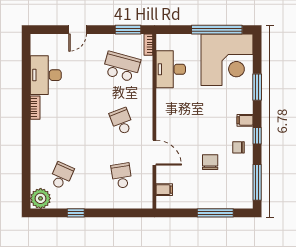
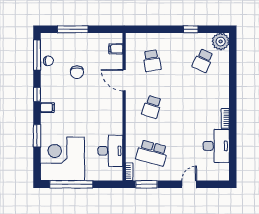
school desk: (122, 121) -> (152, 107), turned 39
chair: (238, 147) -> (48, 61), moved

